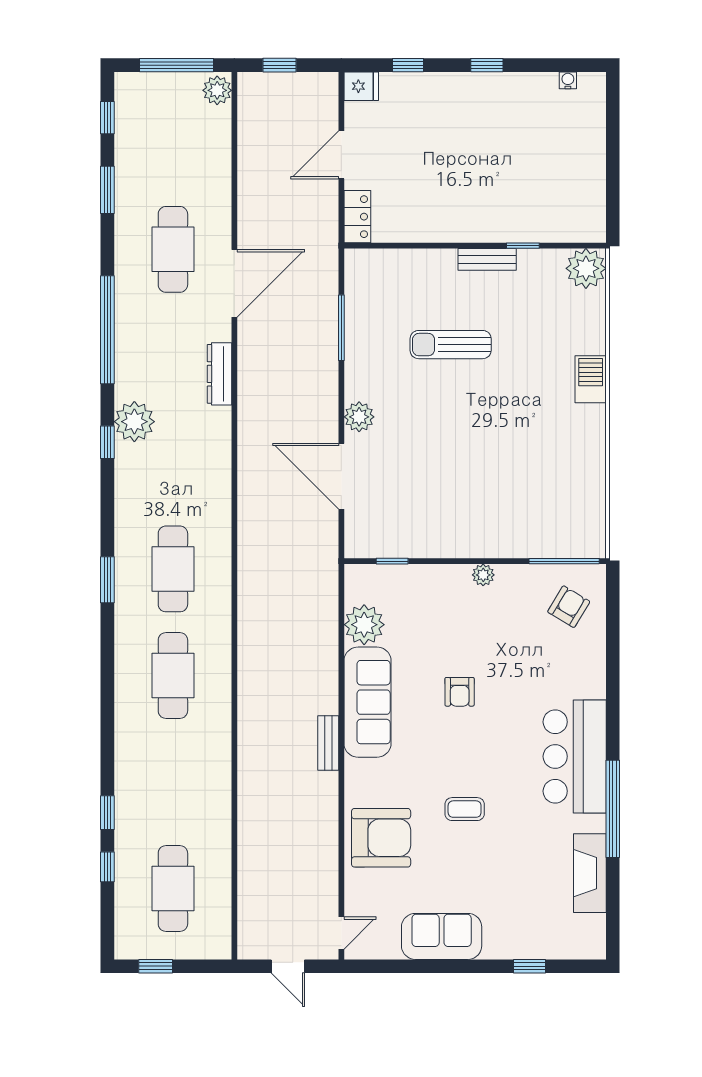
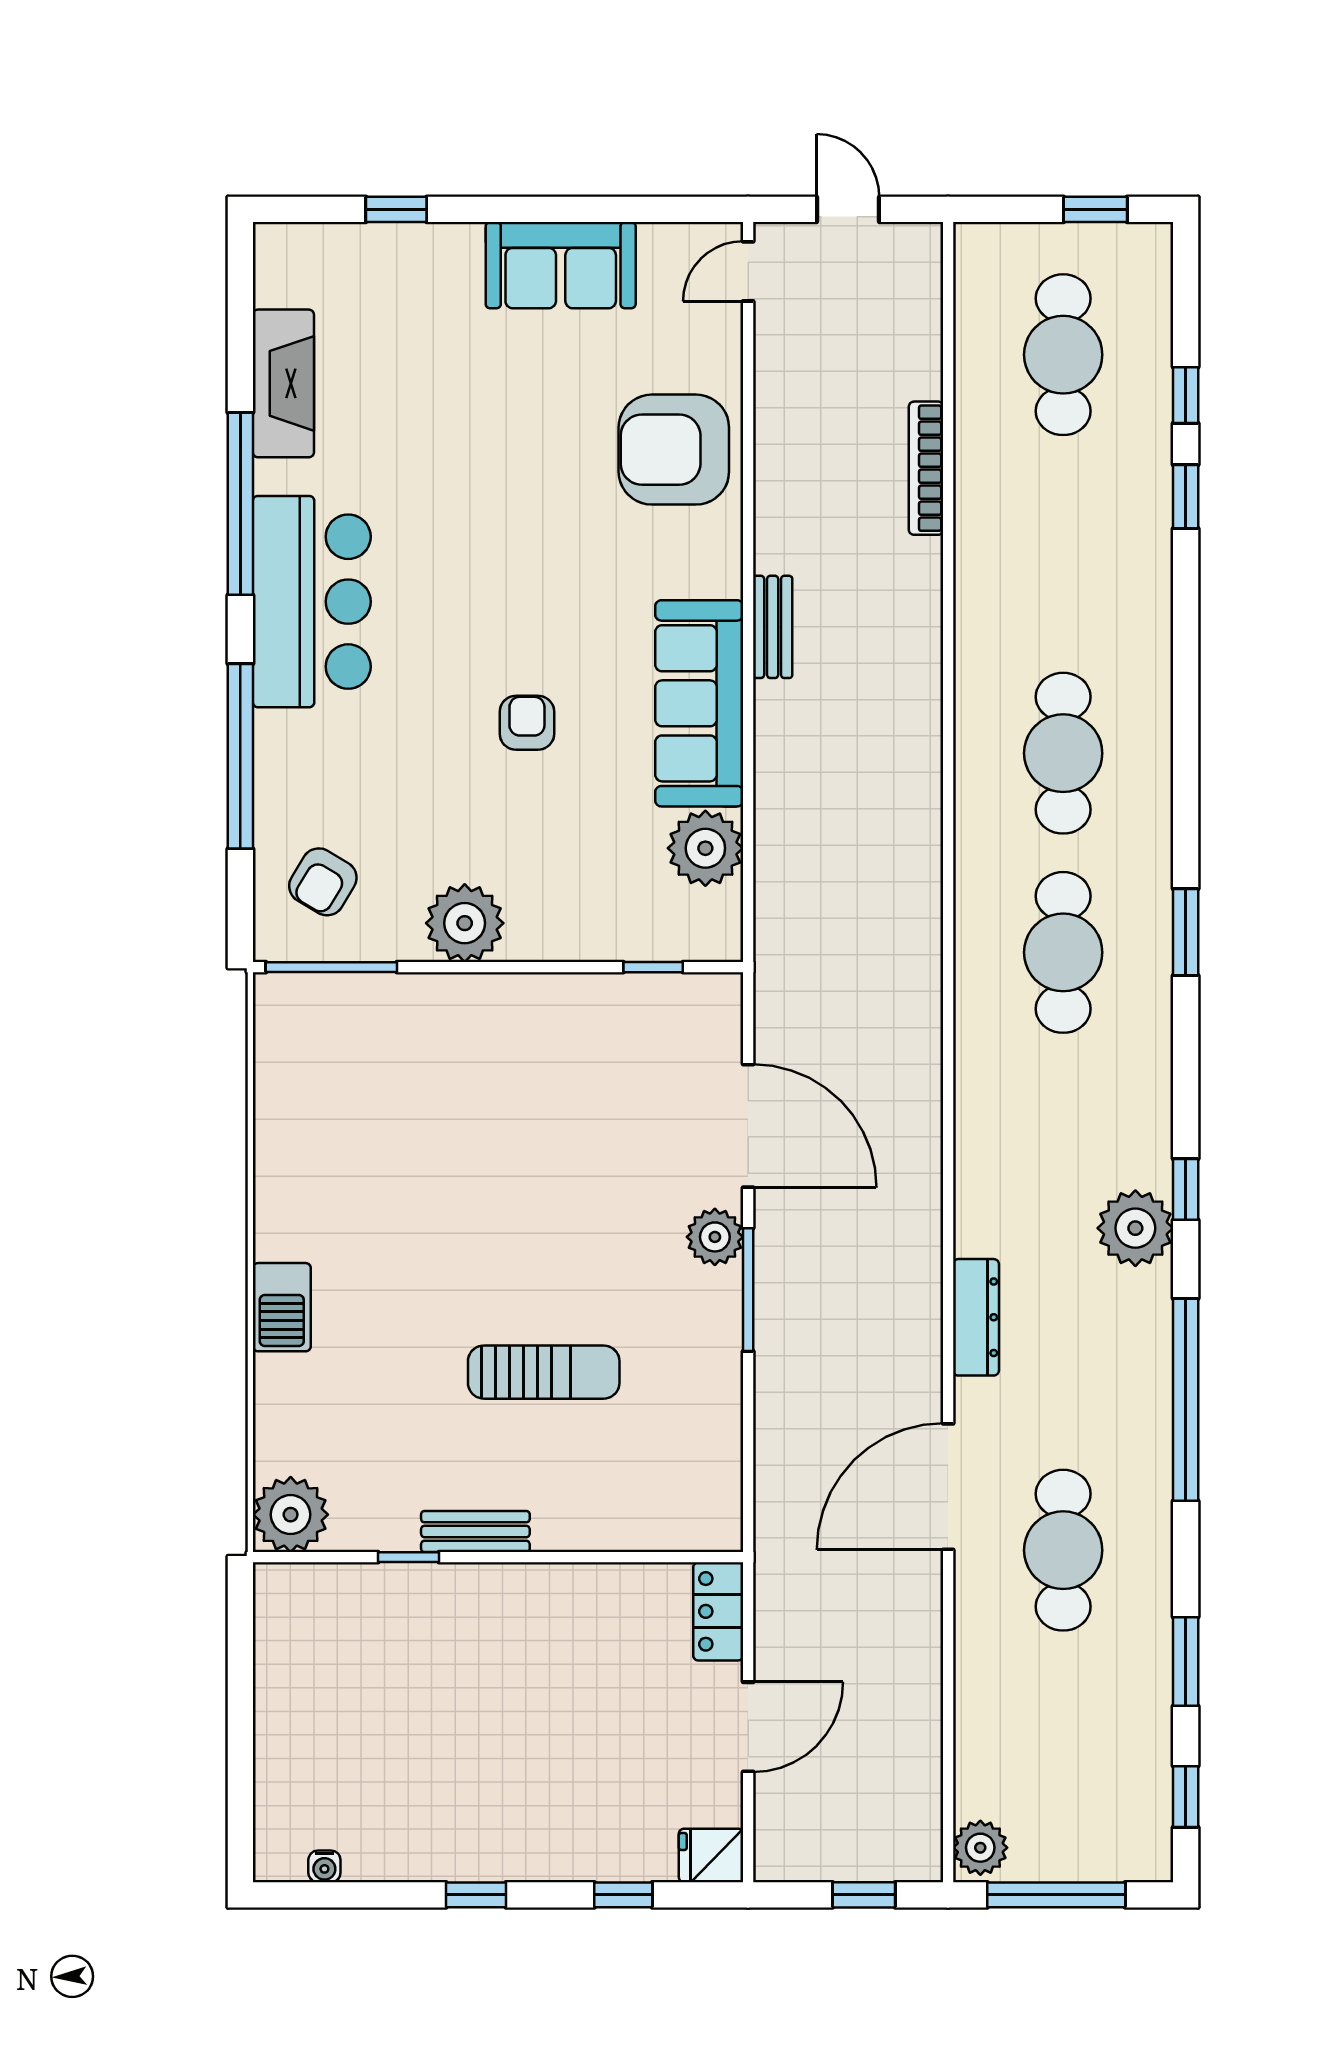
window: (341, 328) -> (748, 1290), moved
plant: (483, 575) -> (465, 923), width x1.88, depth x1.88
window: (613, 674) -> (240, 756), added
coffee table: (465, 809) -> (518, 503), removed
bookcase: (246, 828) -> (926, 468), added

